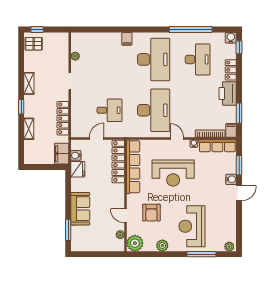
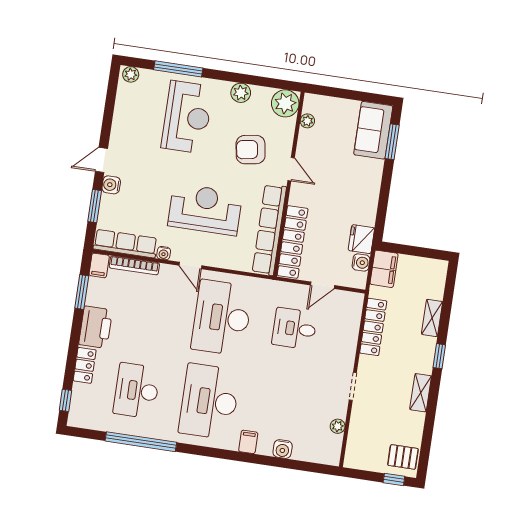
water cooler: (231, 38) -> (283, 449), moved
sofa: (80, 209) -> (373, 130), moved
armchair: (151, 213) -> (251, 150), turned -99
door: (126, 216) -> (291, 169), moved

